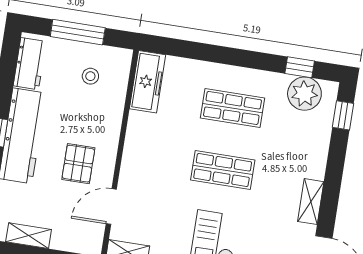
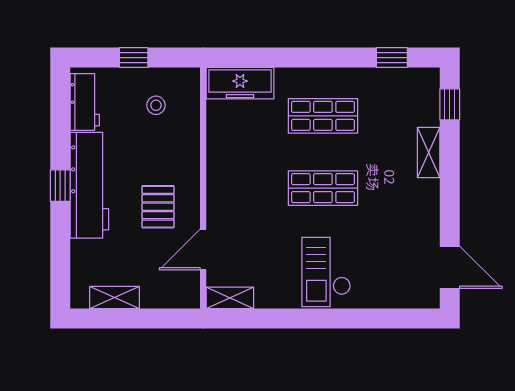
window: (78, 32) -> (134, 58), width x0.46
freezer: (148, 82) -> (240, 83), moved, turned 90
plant: (304, 94) -> (402, 87), removed
shelving: (311, 202) -> (429, 153), moved

